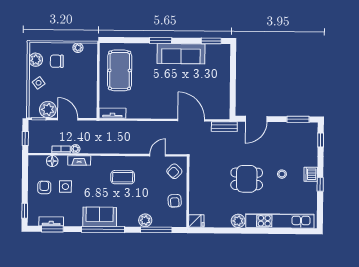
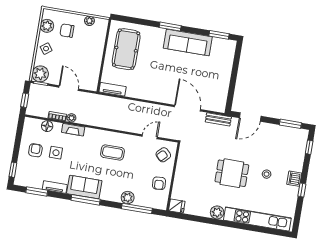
plant: (48, 109) -> (40, 74), moved
tv unit: (51, 221) -> (55, 187), moved
window: (103, 229) -> (86, 200), width x0.68

